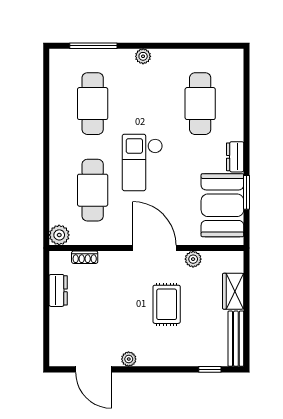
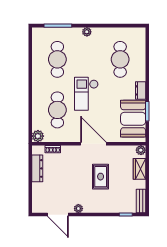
plant: (193, 259) -> (141, 150), moved
dresser: (58, 290) -> (37, 168), width x1.44
bench: (236, 339) -> (141, 201), width x0.73

